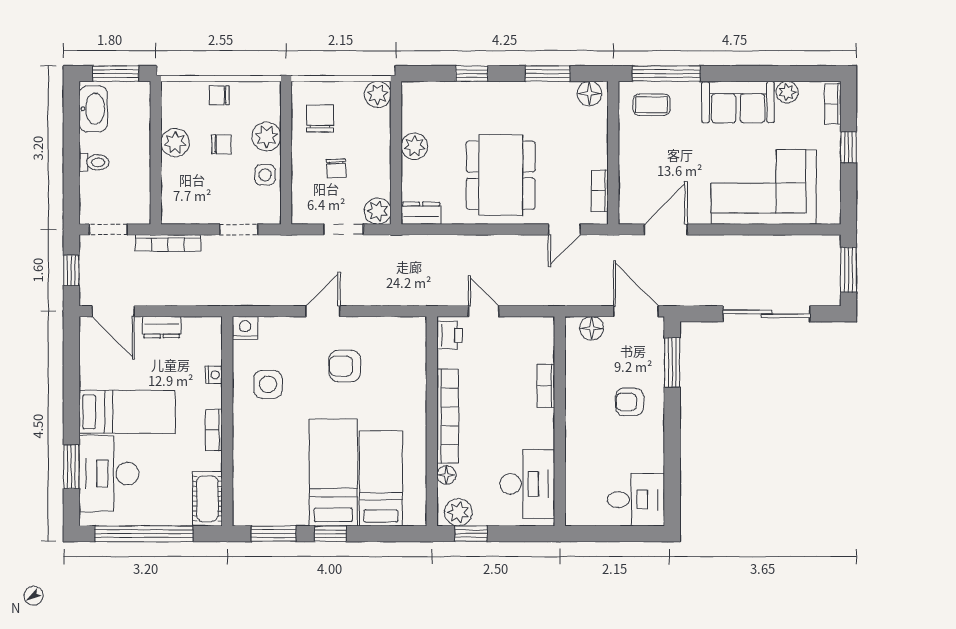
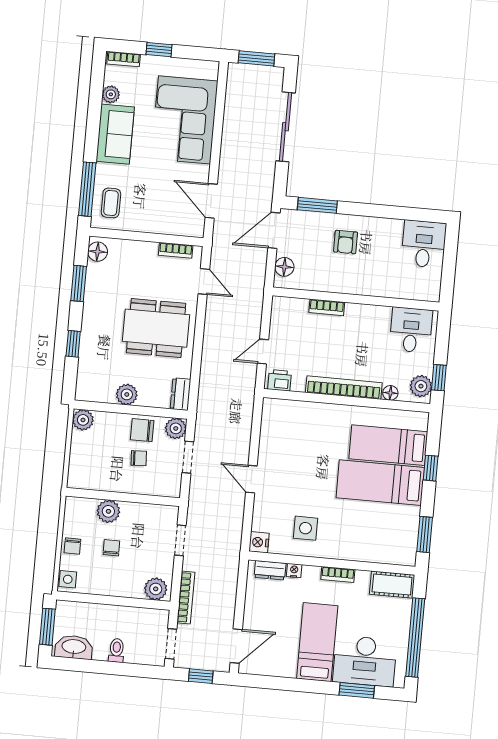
chair: (320, 119) -> (142, 430), moved
plant: (175, 143) -> (156, 589), moved
side table: (265, 175) -> (68, 579), moved
dresser: (162, 327) -> (270, 570), moved, turned 90
armchair: (345, 366) -> (296, 466), removed
desk: (527, 484) -> (411, 330), width x0.73
window: (330, 534) -> (431, 468), moved

